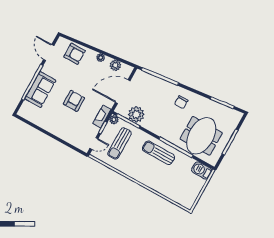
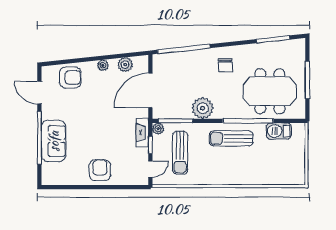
armchair: (74, 101) -> (100, 170), moved
plant: (136, 114) -> (203, 108), moved
meeting table: (201, 136) -> (270, 91), turned 90
barbecue: (202, 170) -> (279, 131), moved

